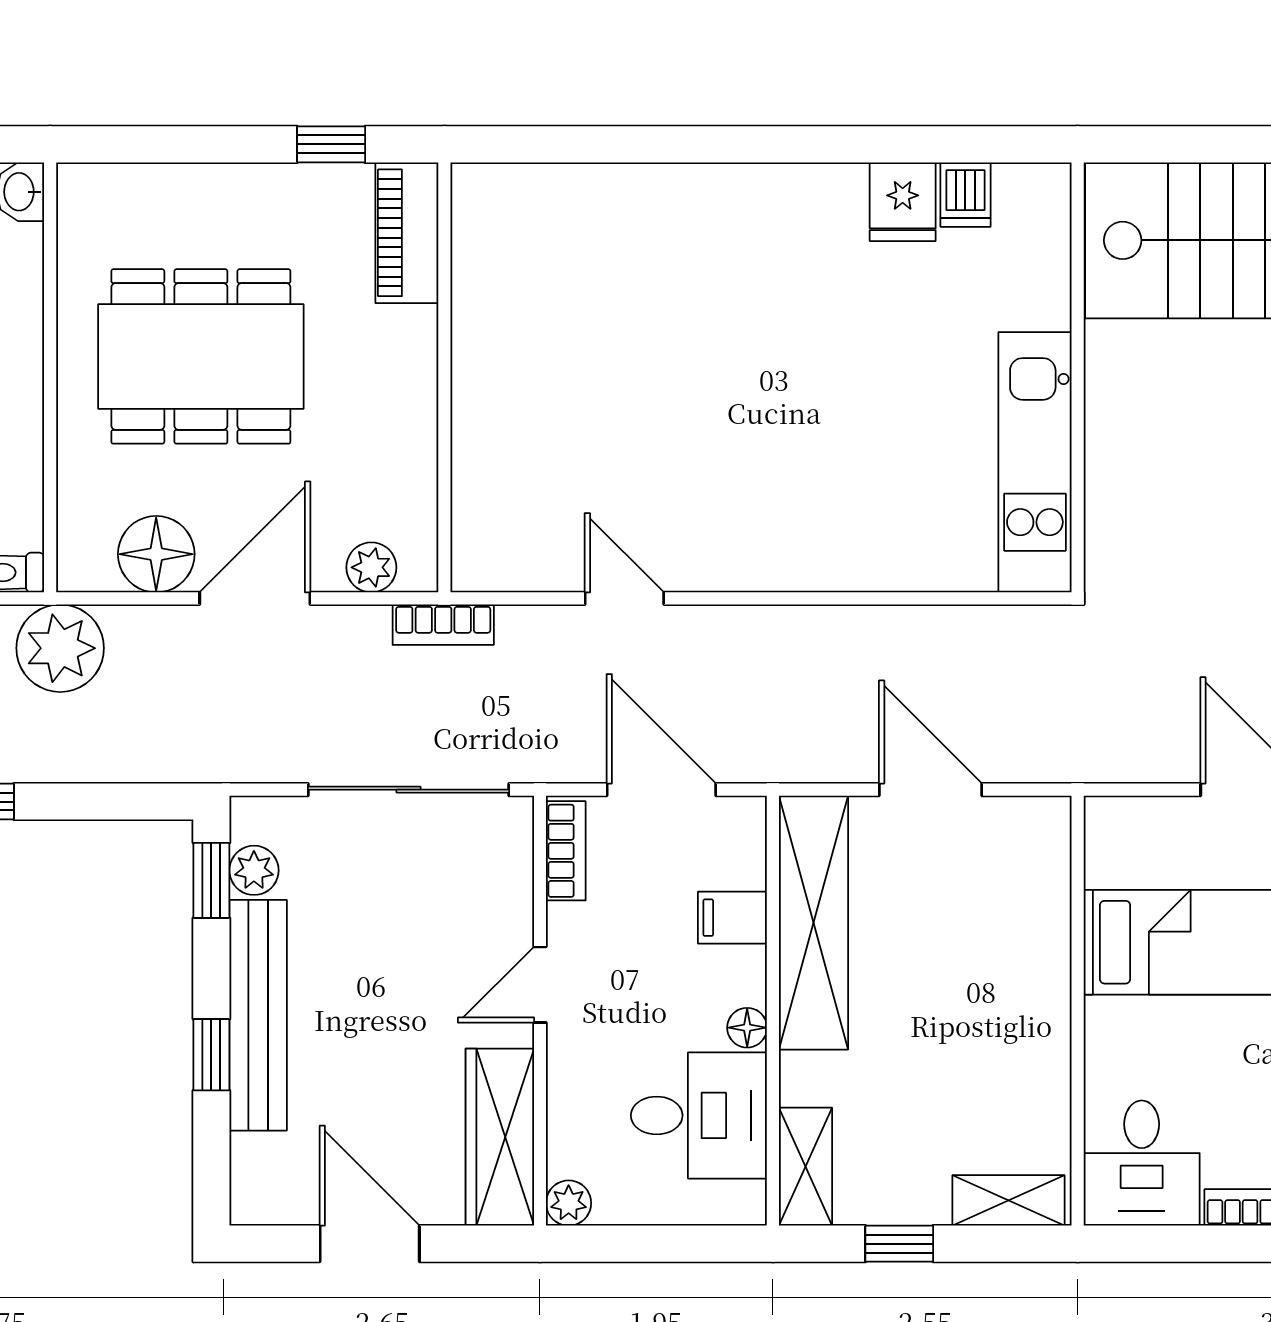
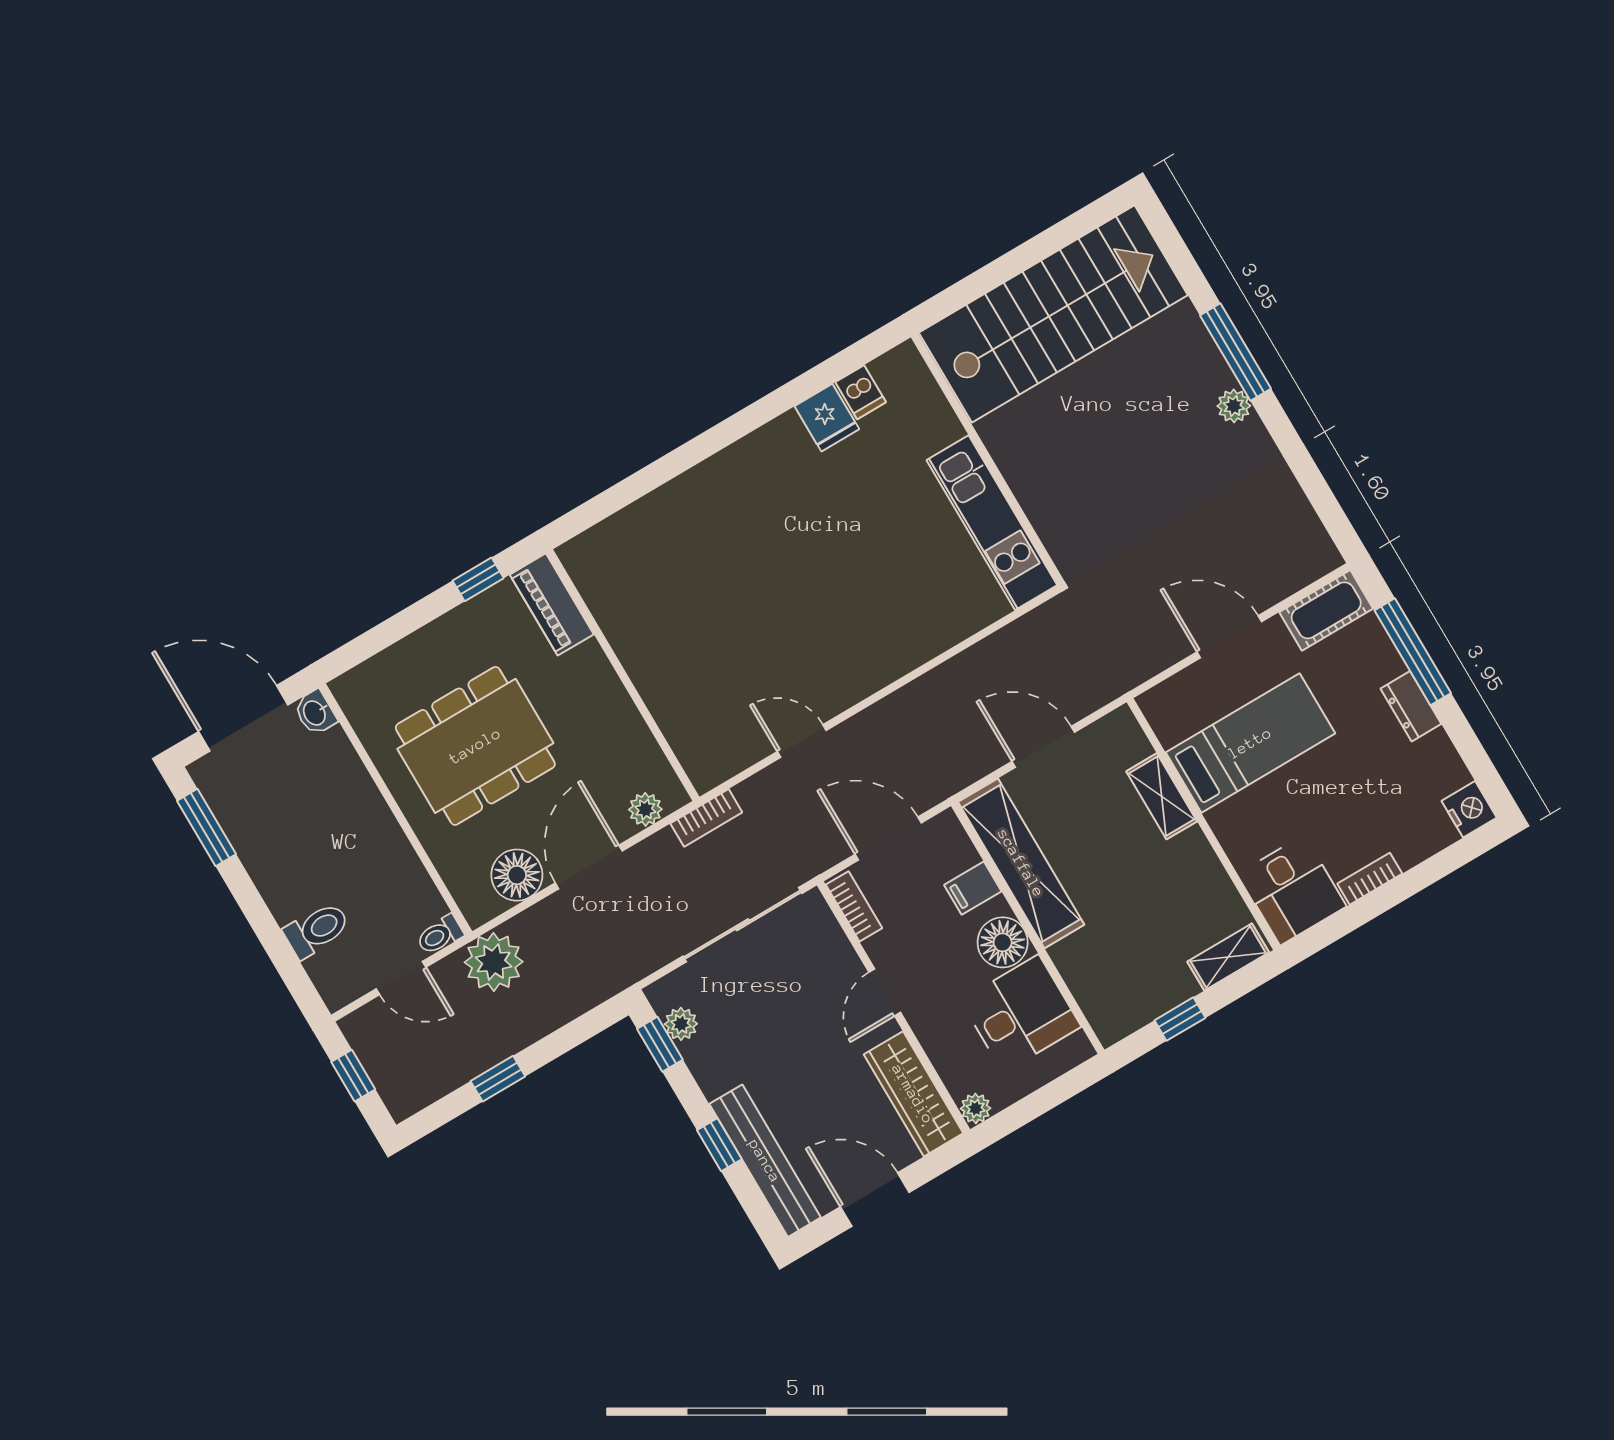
bench: (258, 1015) -> (765, 1161), moved
floor lamp: (747, 1028) -> (1003, 942), width x1.89, depth x1.89
shelving: (806, 1167) -> (1162, 796), moved

